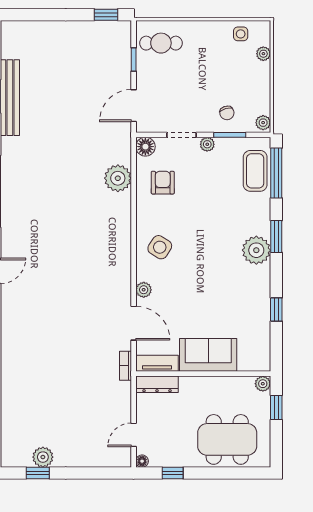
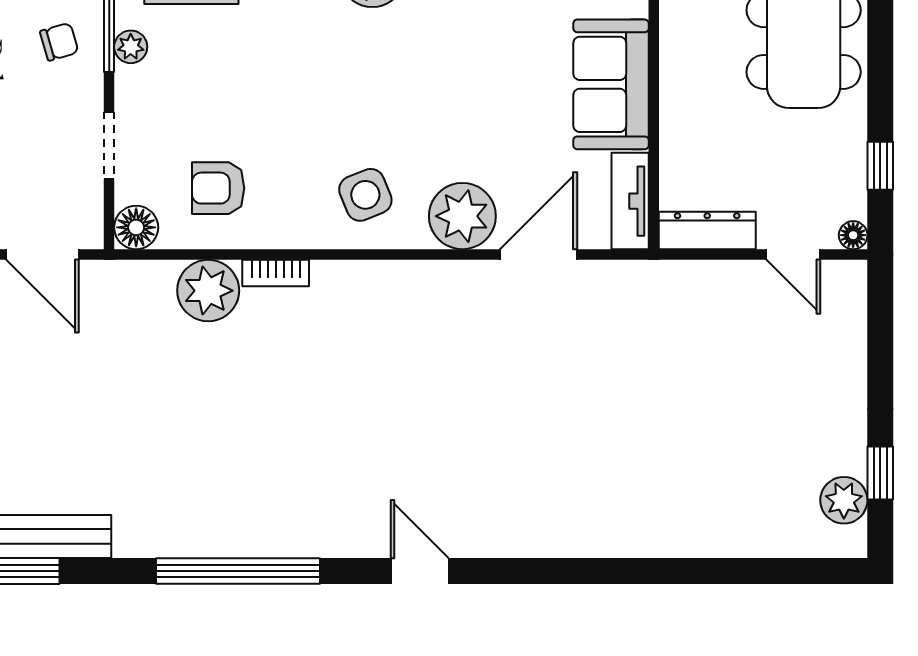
plant: (207, 144) -> (131, 47), moved
side table: (160, 247) -> (365, 195), turned 36
plant: (144, 290) -> (462, 216), width x1.88, depth x1.88
bookcase: (125, 366) -> (276, 273), moved
dresser: (157, 384) -> (707, 230), moved, turned -90
plant: (43, 457) -> (844, 500), moved

